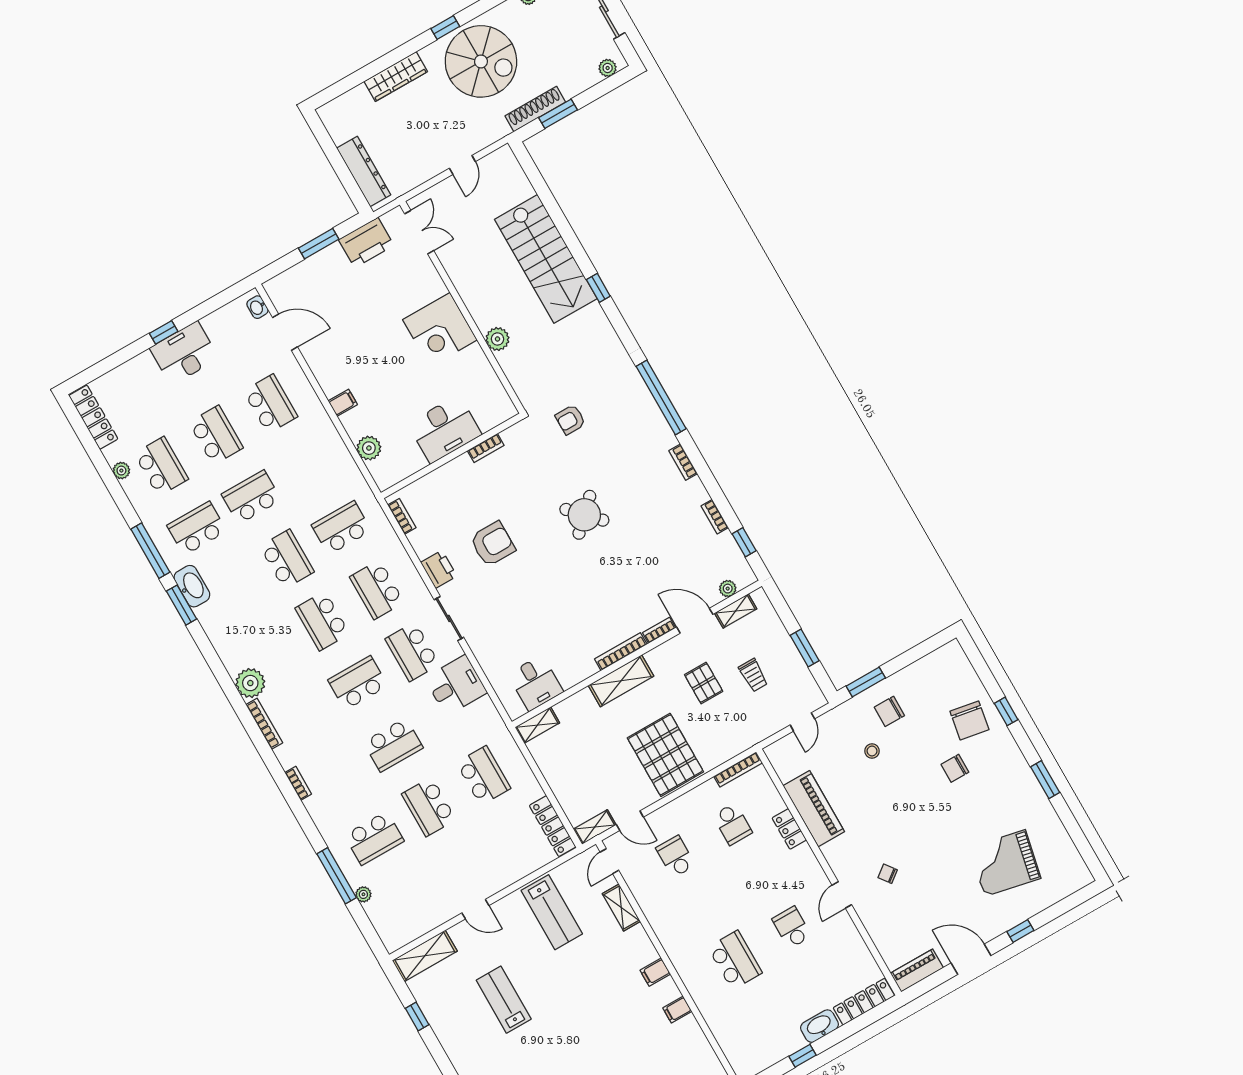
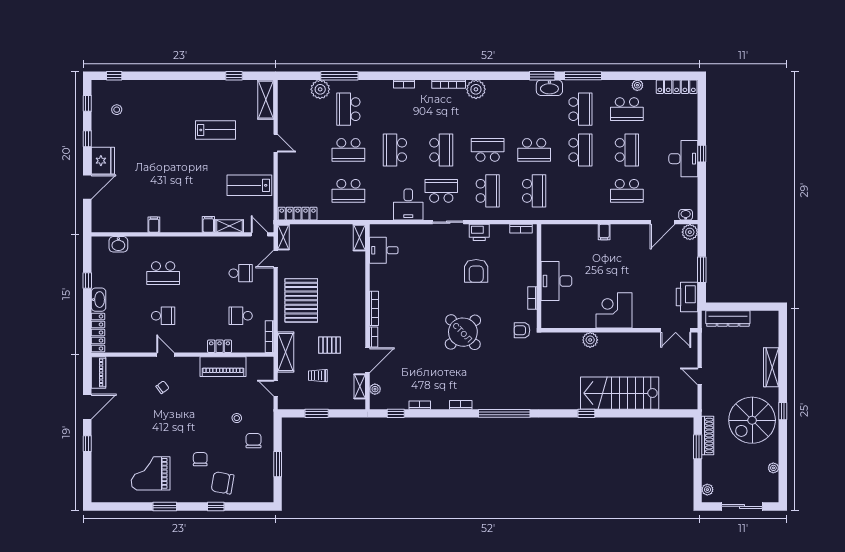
armchair: (570, 420) -> (522, 330), moved, turned -90
school desk: (216, 435) -> (627, 150), turned -90
plant: (369, 448) -> (690, 232), moved
round table: (584, 515) -> (463, 332), width x1.36, depth x1.36
school desk: (377, 590) -> (488, 191), turned 90
shelving: (621, 681) -> (286, 352), moved
window: (866, 682) -> (278, 464), moved
pallet: (665, 755) -> (301, 300), turned 90
school desk: (429, 807) -> (348, 150), turned 180
grand piano: (1005, 863) -> (151, 473), moved, turned -102
plant: (363, 894) -> (320, 89), width x1.88, depth x1.88
door: (475, 909) -> (276, 143), swing flipped
filing cabinet: (655, 972) -> (208, 224), moved
washbasin: (731, 1042) -> (118, 244), added

